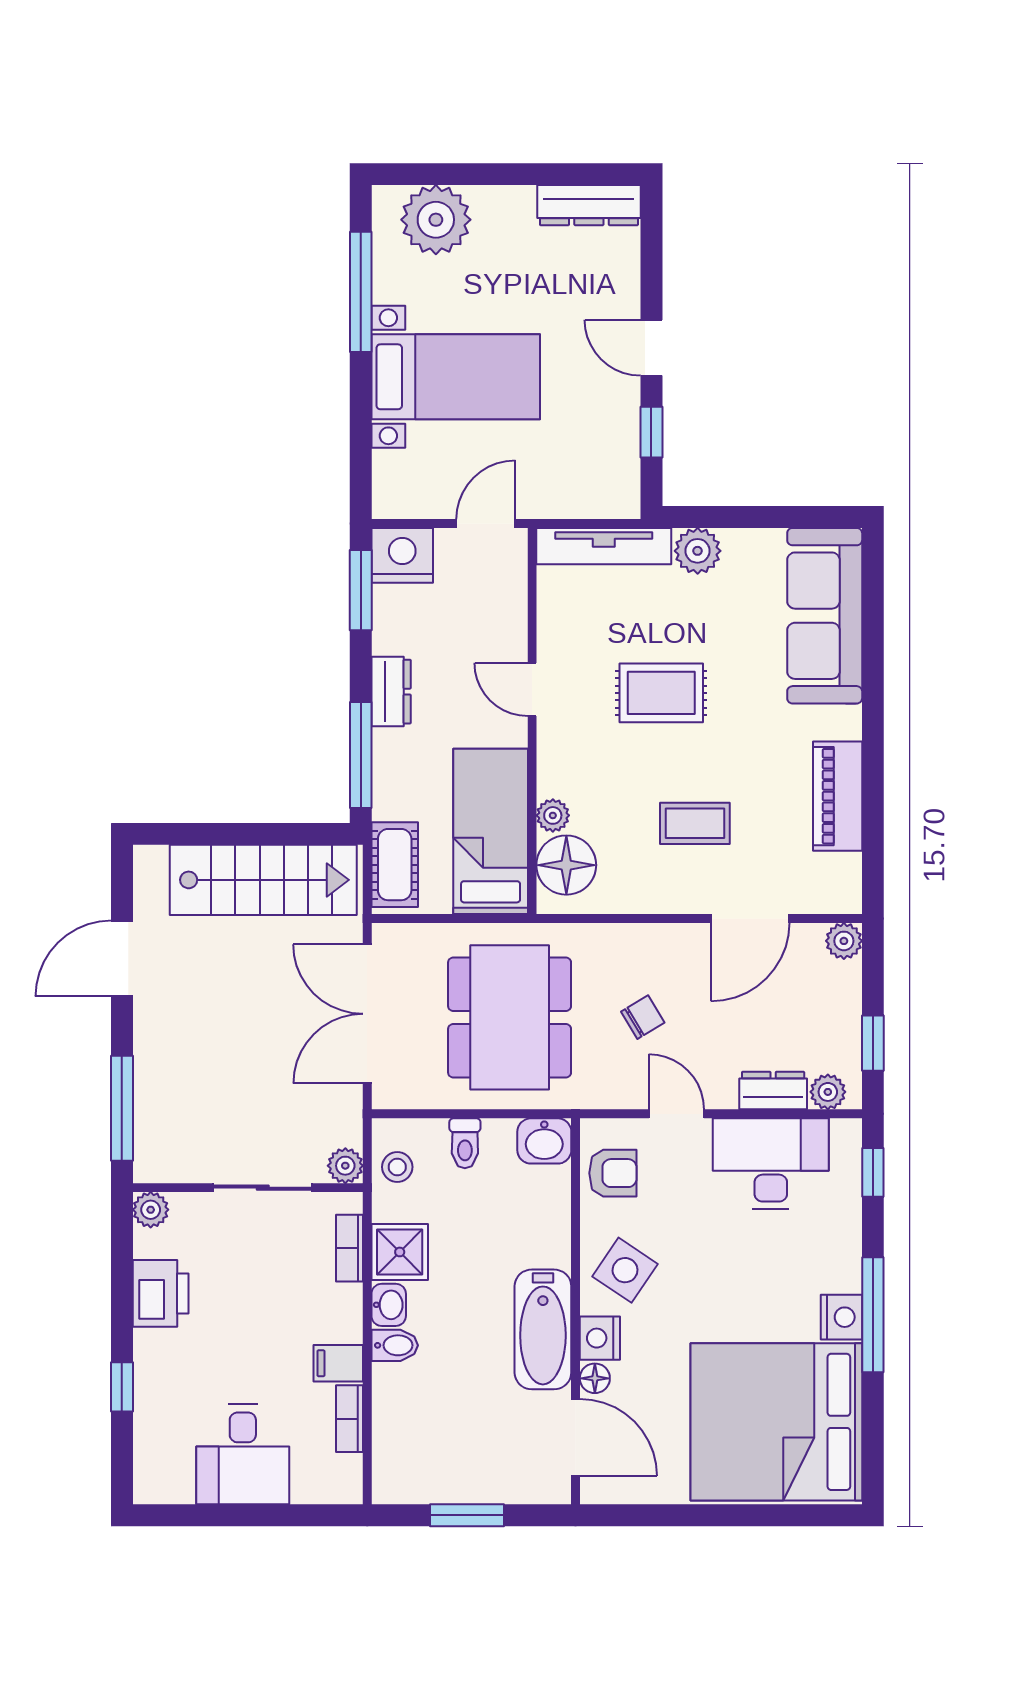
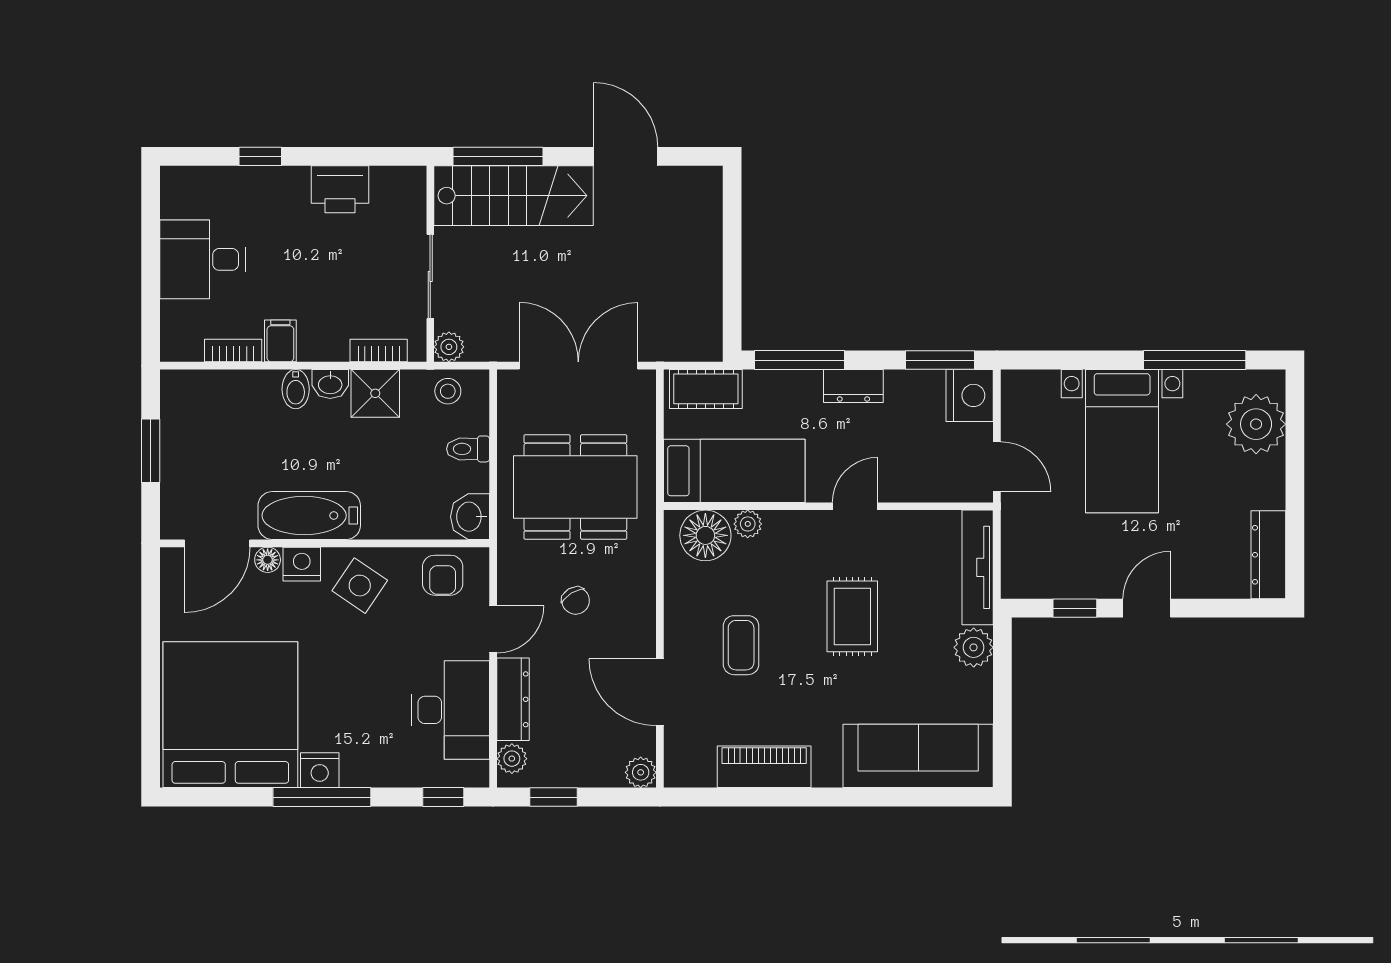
stairs: (263, 880) -> (514, 196), moved, turned -90
dresser: (773, 1091) -> (513, 699), width x1.44
plant: (151, 1210) -> (411, 181), removed

